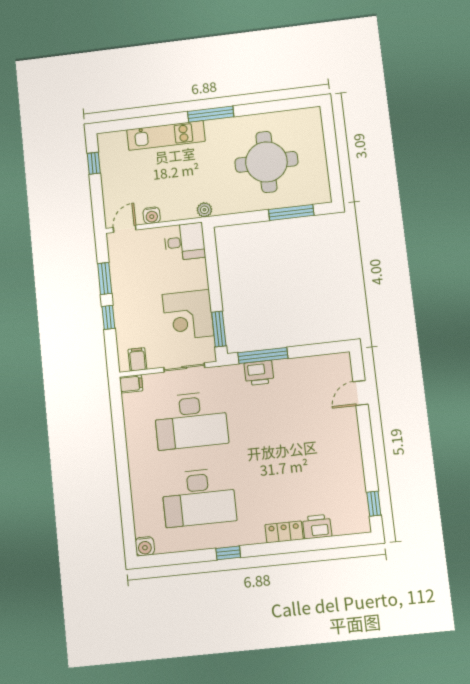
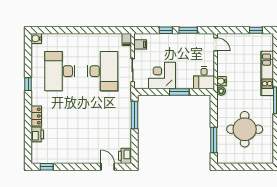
water cooler: (152, 215) -> (222, 81), moved
window: (219, 329) -> (179, 92), moved
printer: (259, 373) -> (125, 156), moved
desk: (191, 420) -> (103, 71), turned 180

